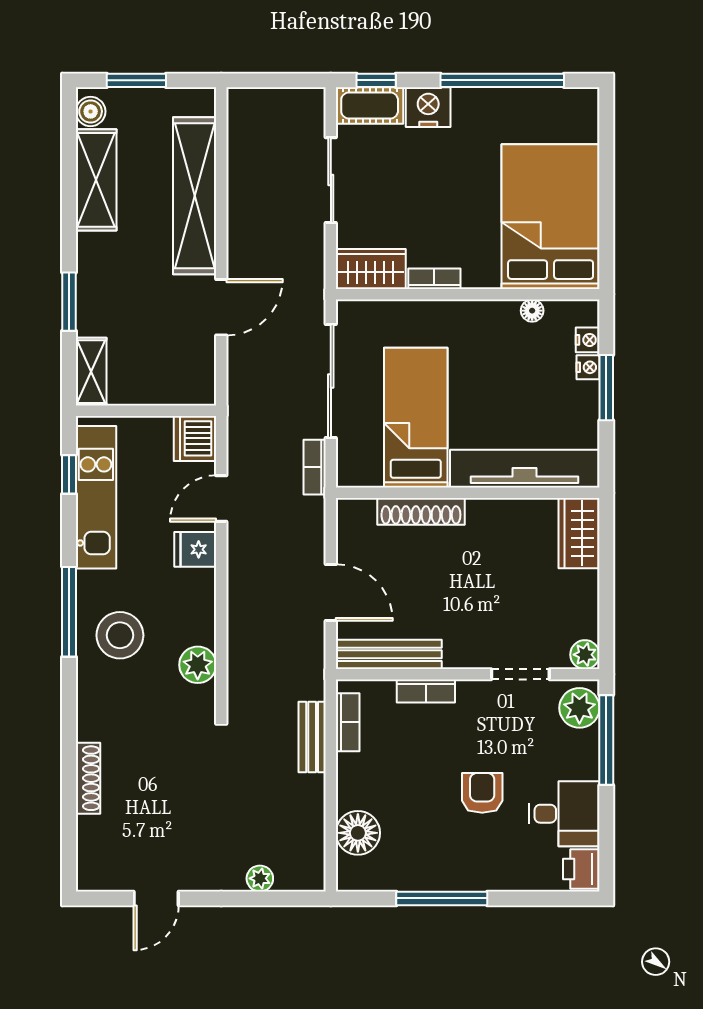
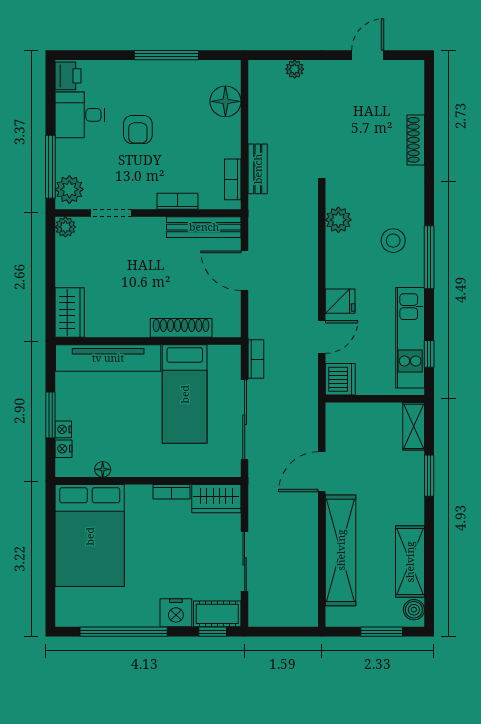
stool: (120, 635) -> (393, 241), width x0.73, depth x0.73

